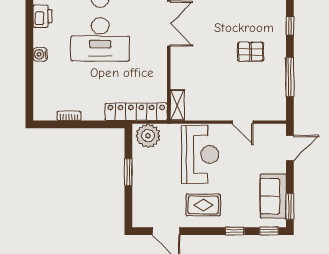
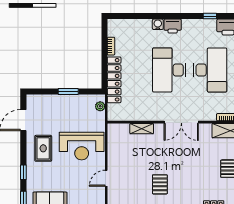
printer: (42, 16) -> (173, 26), moved
shelving: (177, 105) -> (142, 129), moved
locker: (136, 112) -> (114, 80), moved
plant: (148, 136) -> (100, 106), width x0.53, depth x0.53

